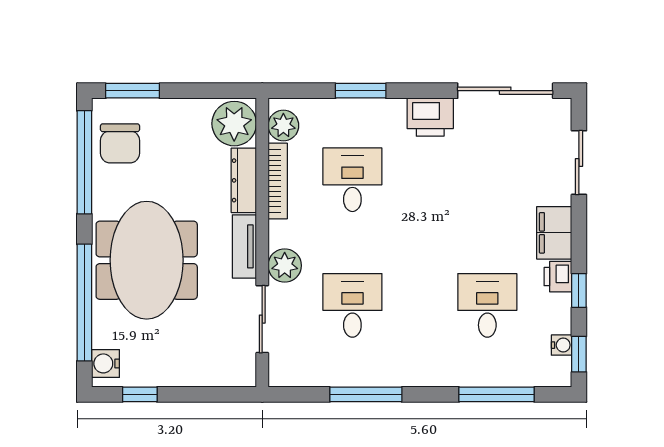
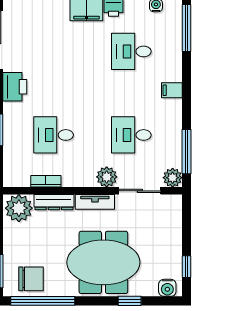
plant: (283, 126) -> (173, 178), moved
bookcase: (278, 181) -> (46, 181), width x0.64
window: (84, 303) -> (130, 301), width x0.32
filing cabinet: (425, 371) -> (172, 90), added
window: (366, 394) -> (186, 152), moved
window: (497, 394) -> (186, 28), moved

